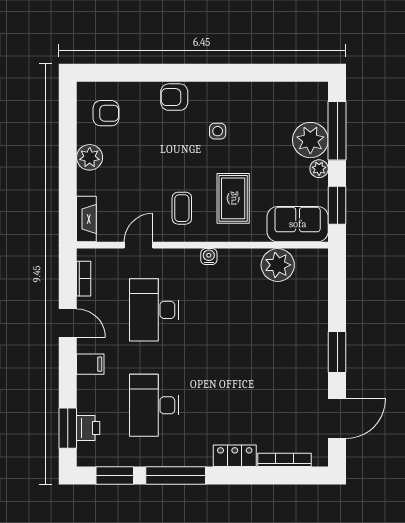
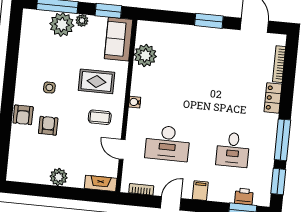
armchair: (106, 113) -> (48, 126), moved
desk: (154, 405) -> (233, 150), width x0.73

